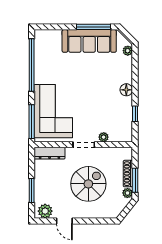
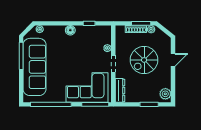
sofa: (89, 41) -> (34, 67), width x1.36, depth x1.27
spiral stairs: (88, 184) -> (144, 60), turned -90
door: (64, 221) -> (173, 60), moved

